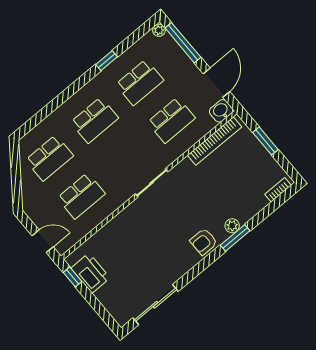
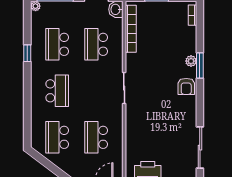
school desk: (140, 82) -> (57, 44), turned 180
school desk: (171, 120) -> (96, 44), turned 180
school desk: (49, 158) -> (57, 137), turned 180
school desk: (81, 196) -> (96, 137), turned 180

